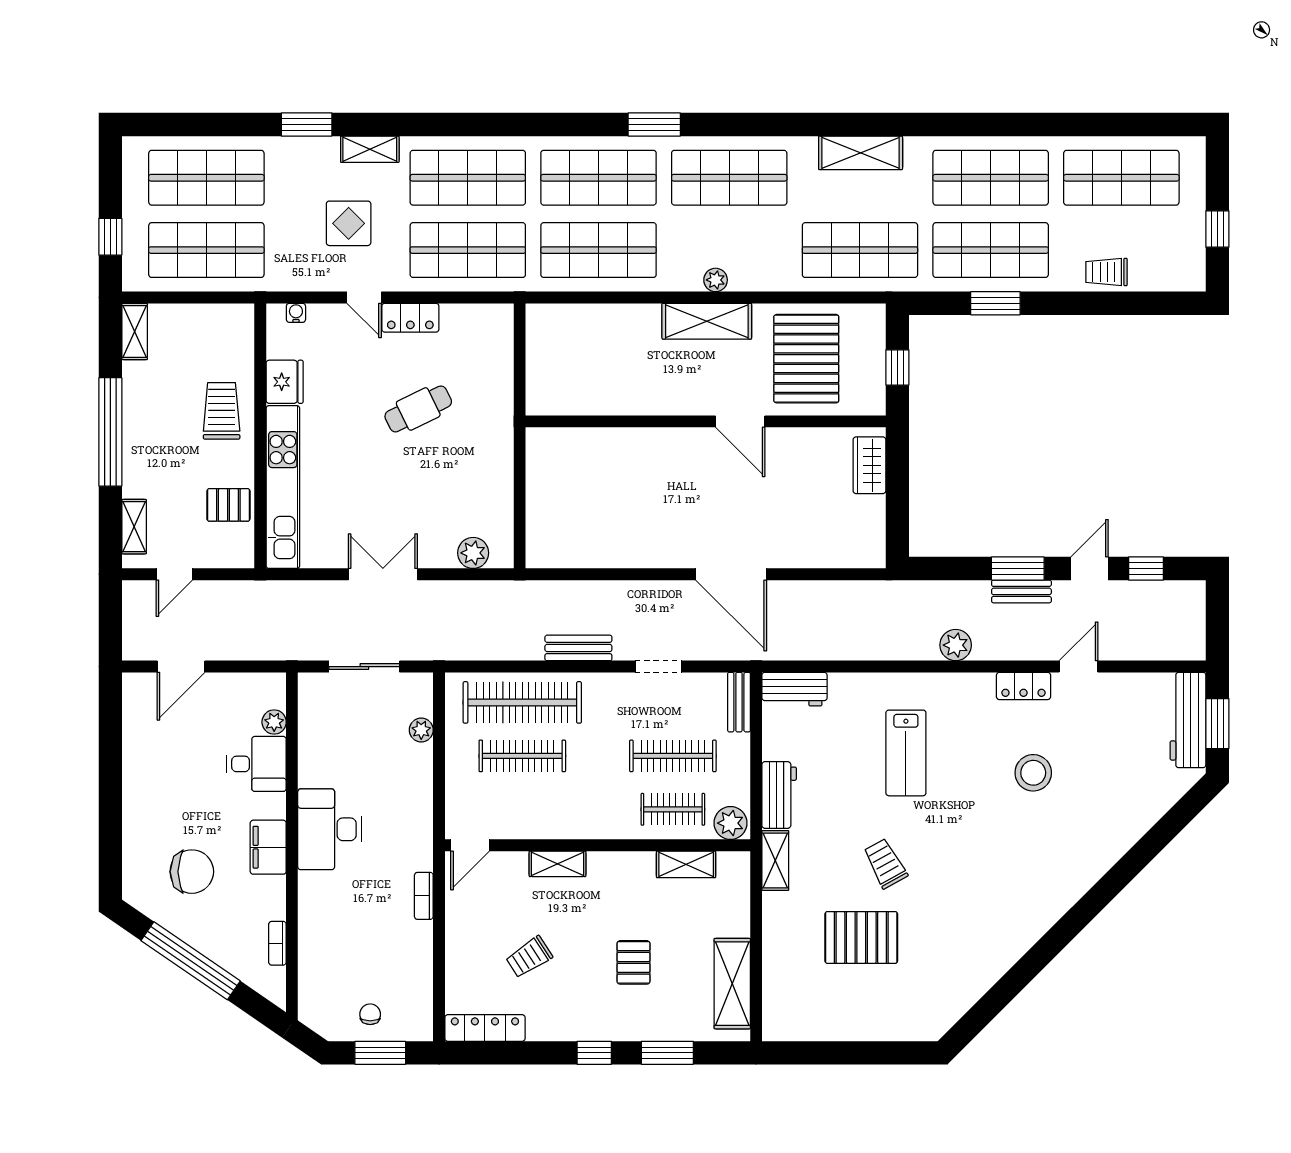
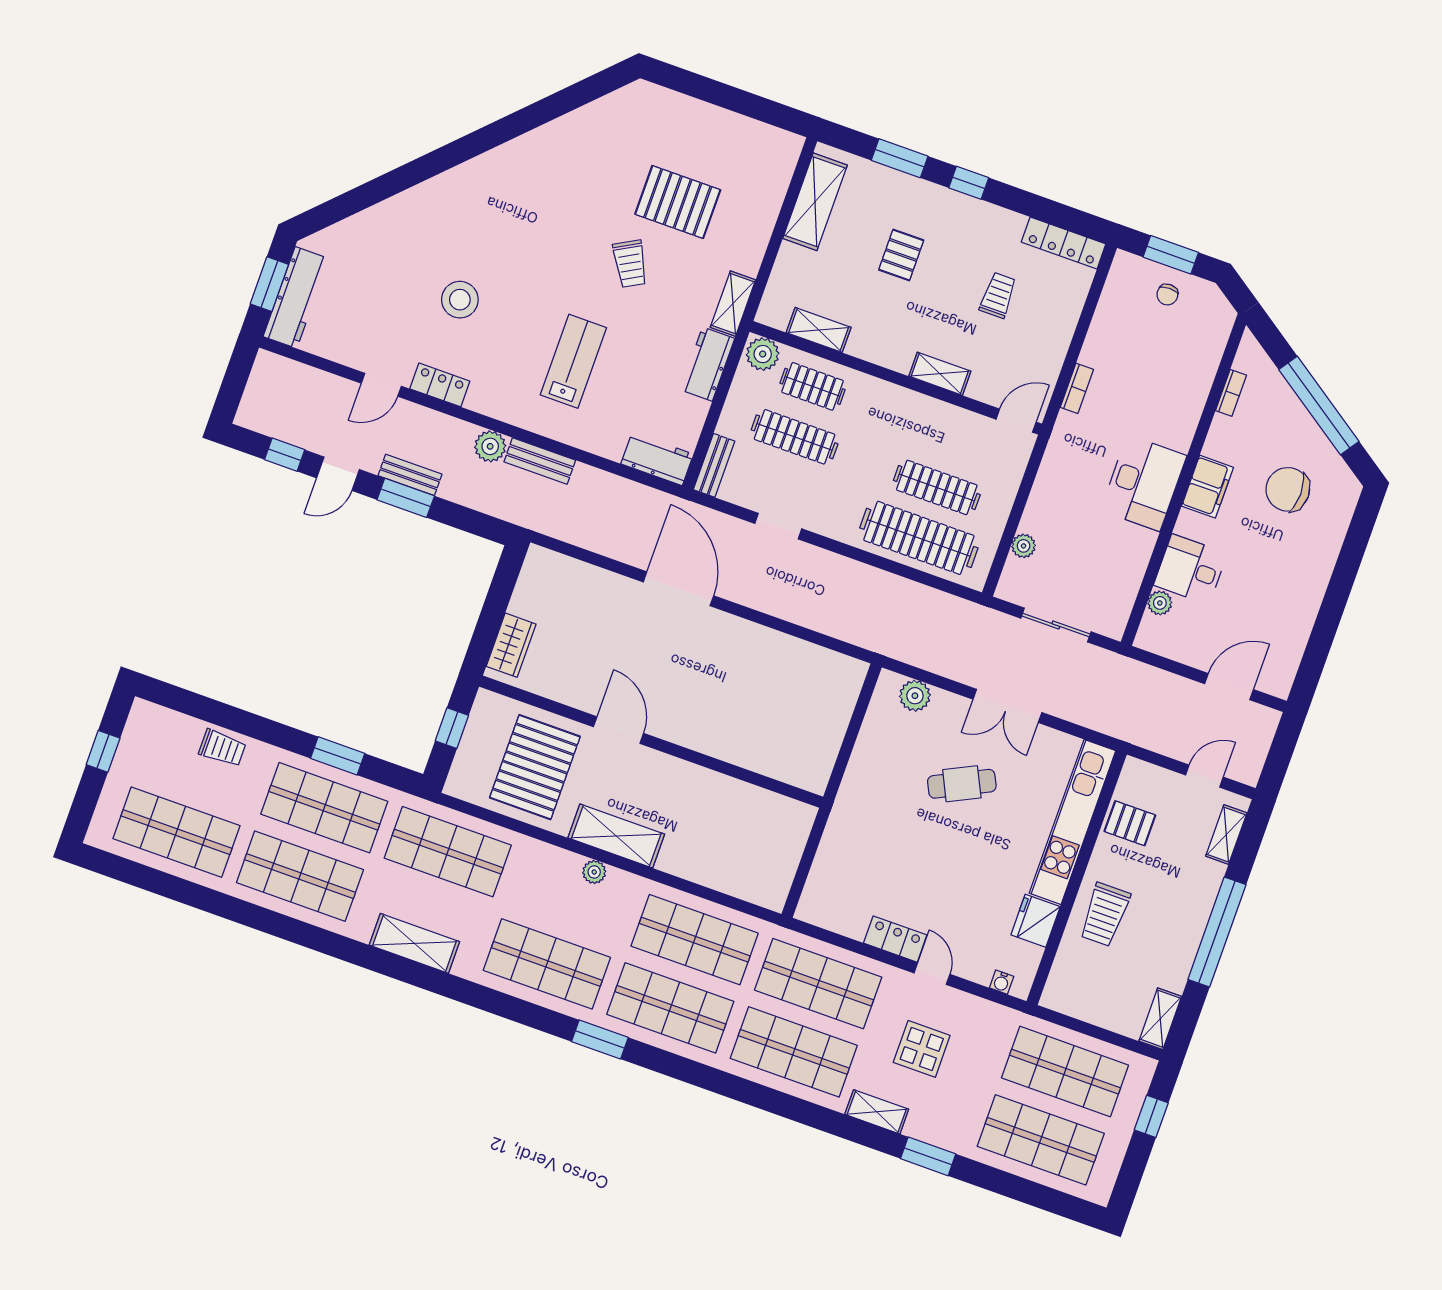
cafe table: (418, 409) -> (962, 784), moved
bench: (578, 648) -> (540, 461), moved
trolley: (529, 957) -> (998, 295), turned -57

